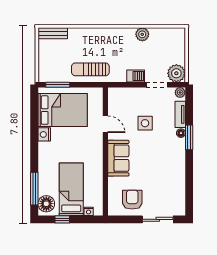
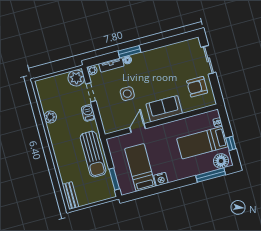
sun lounger: (90, 69) -> (93, 154), width x1.36, depth x1.34
bed: (63, 110) -> (140, 167), width x0.67

